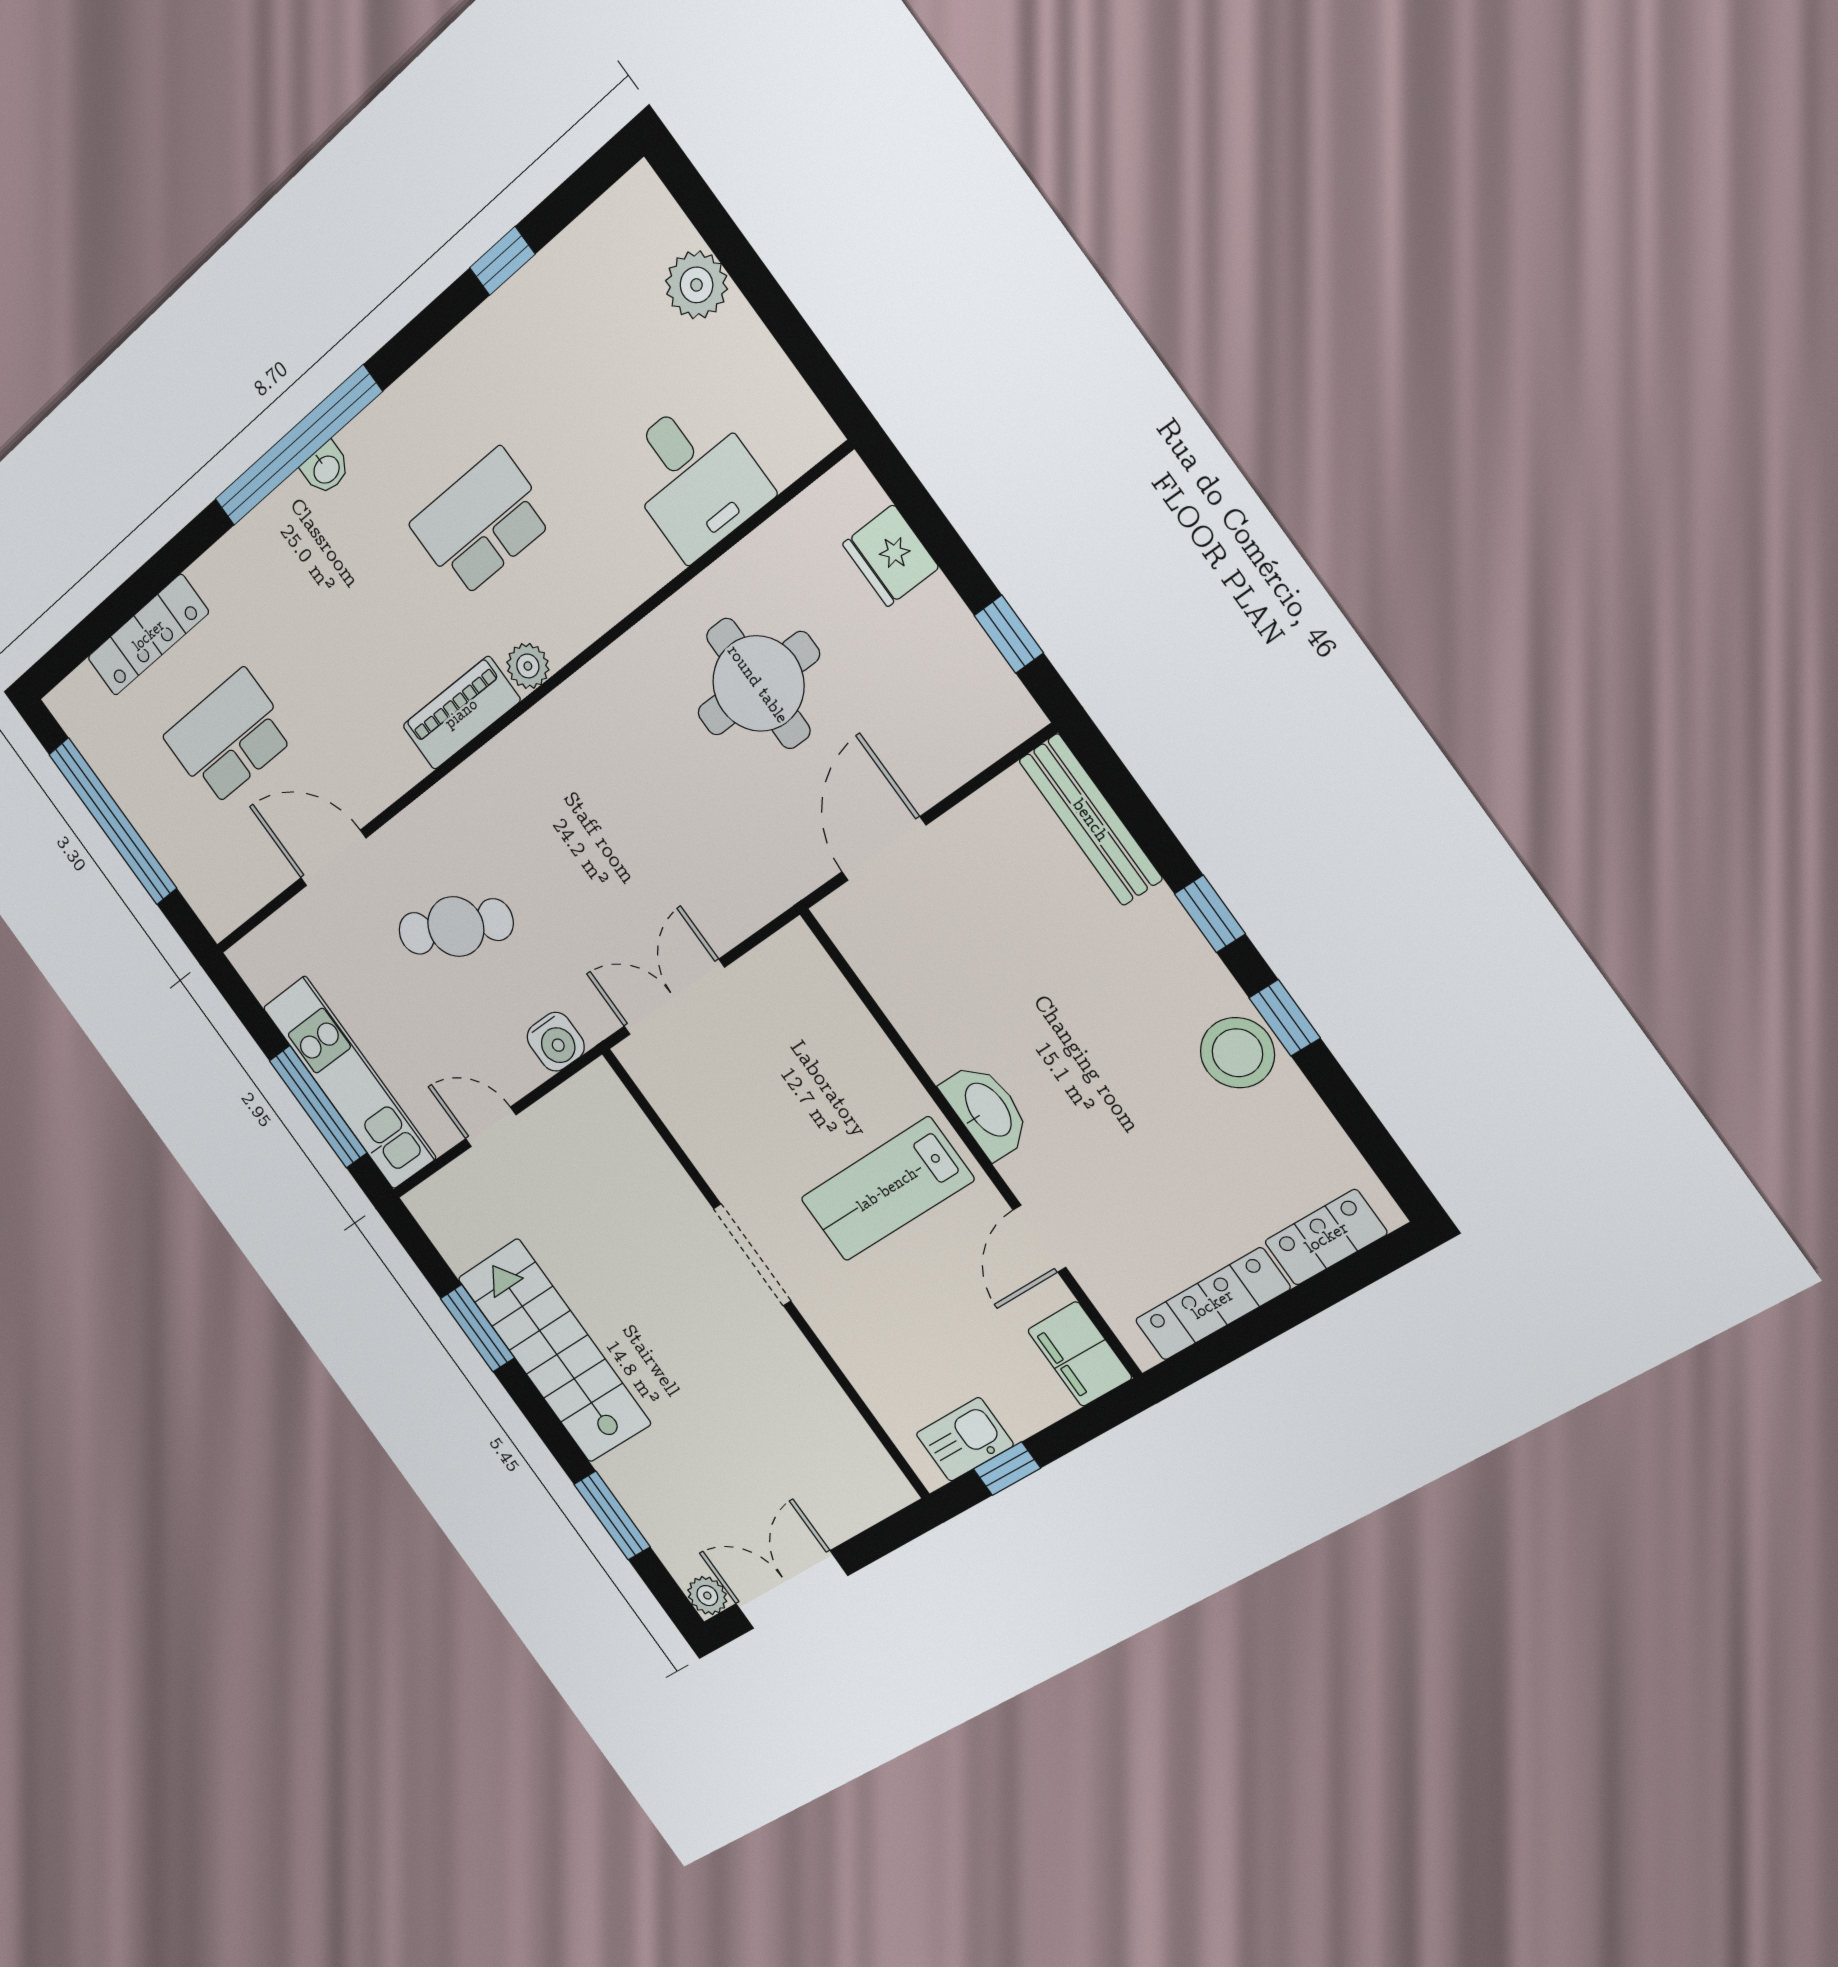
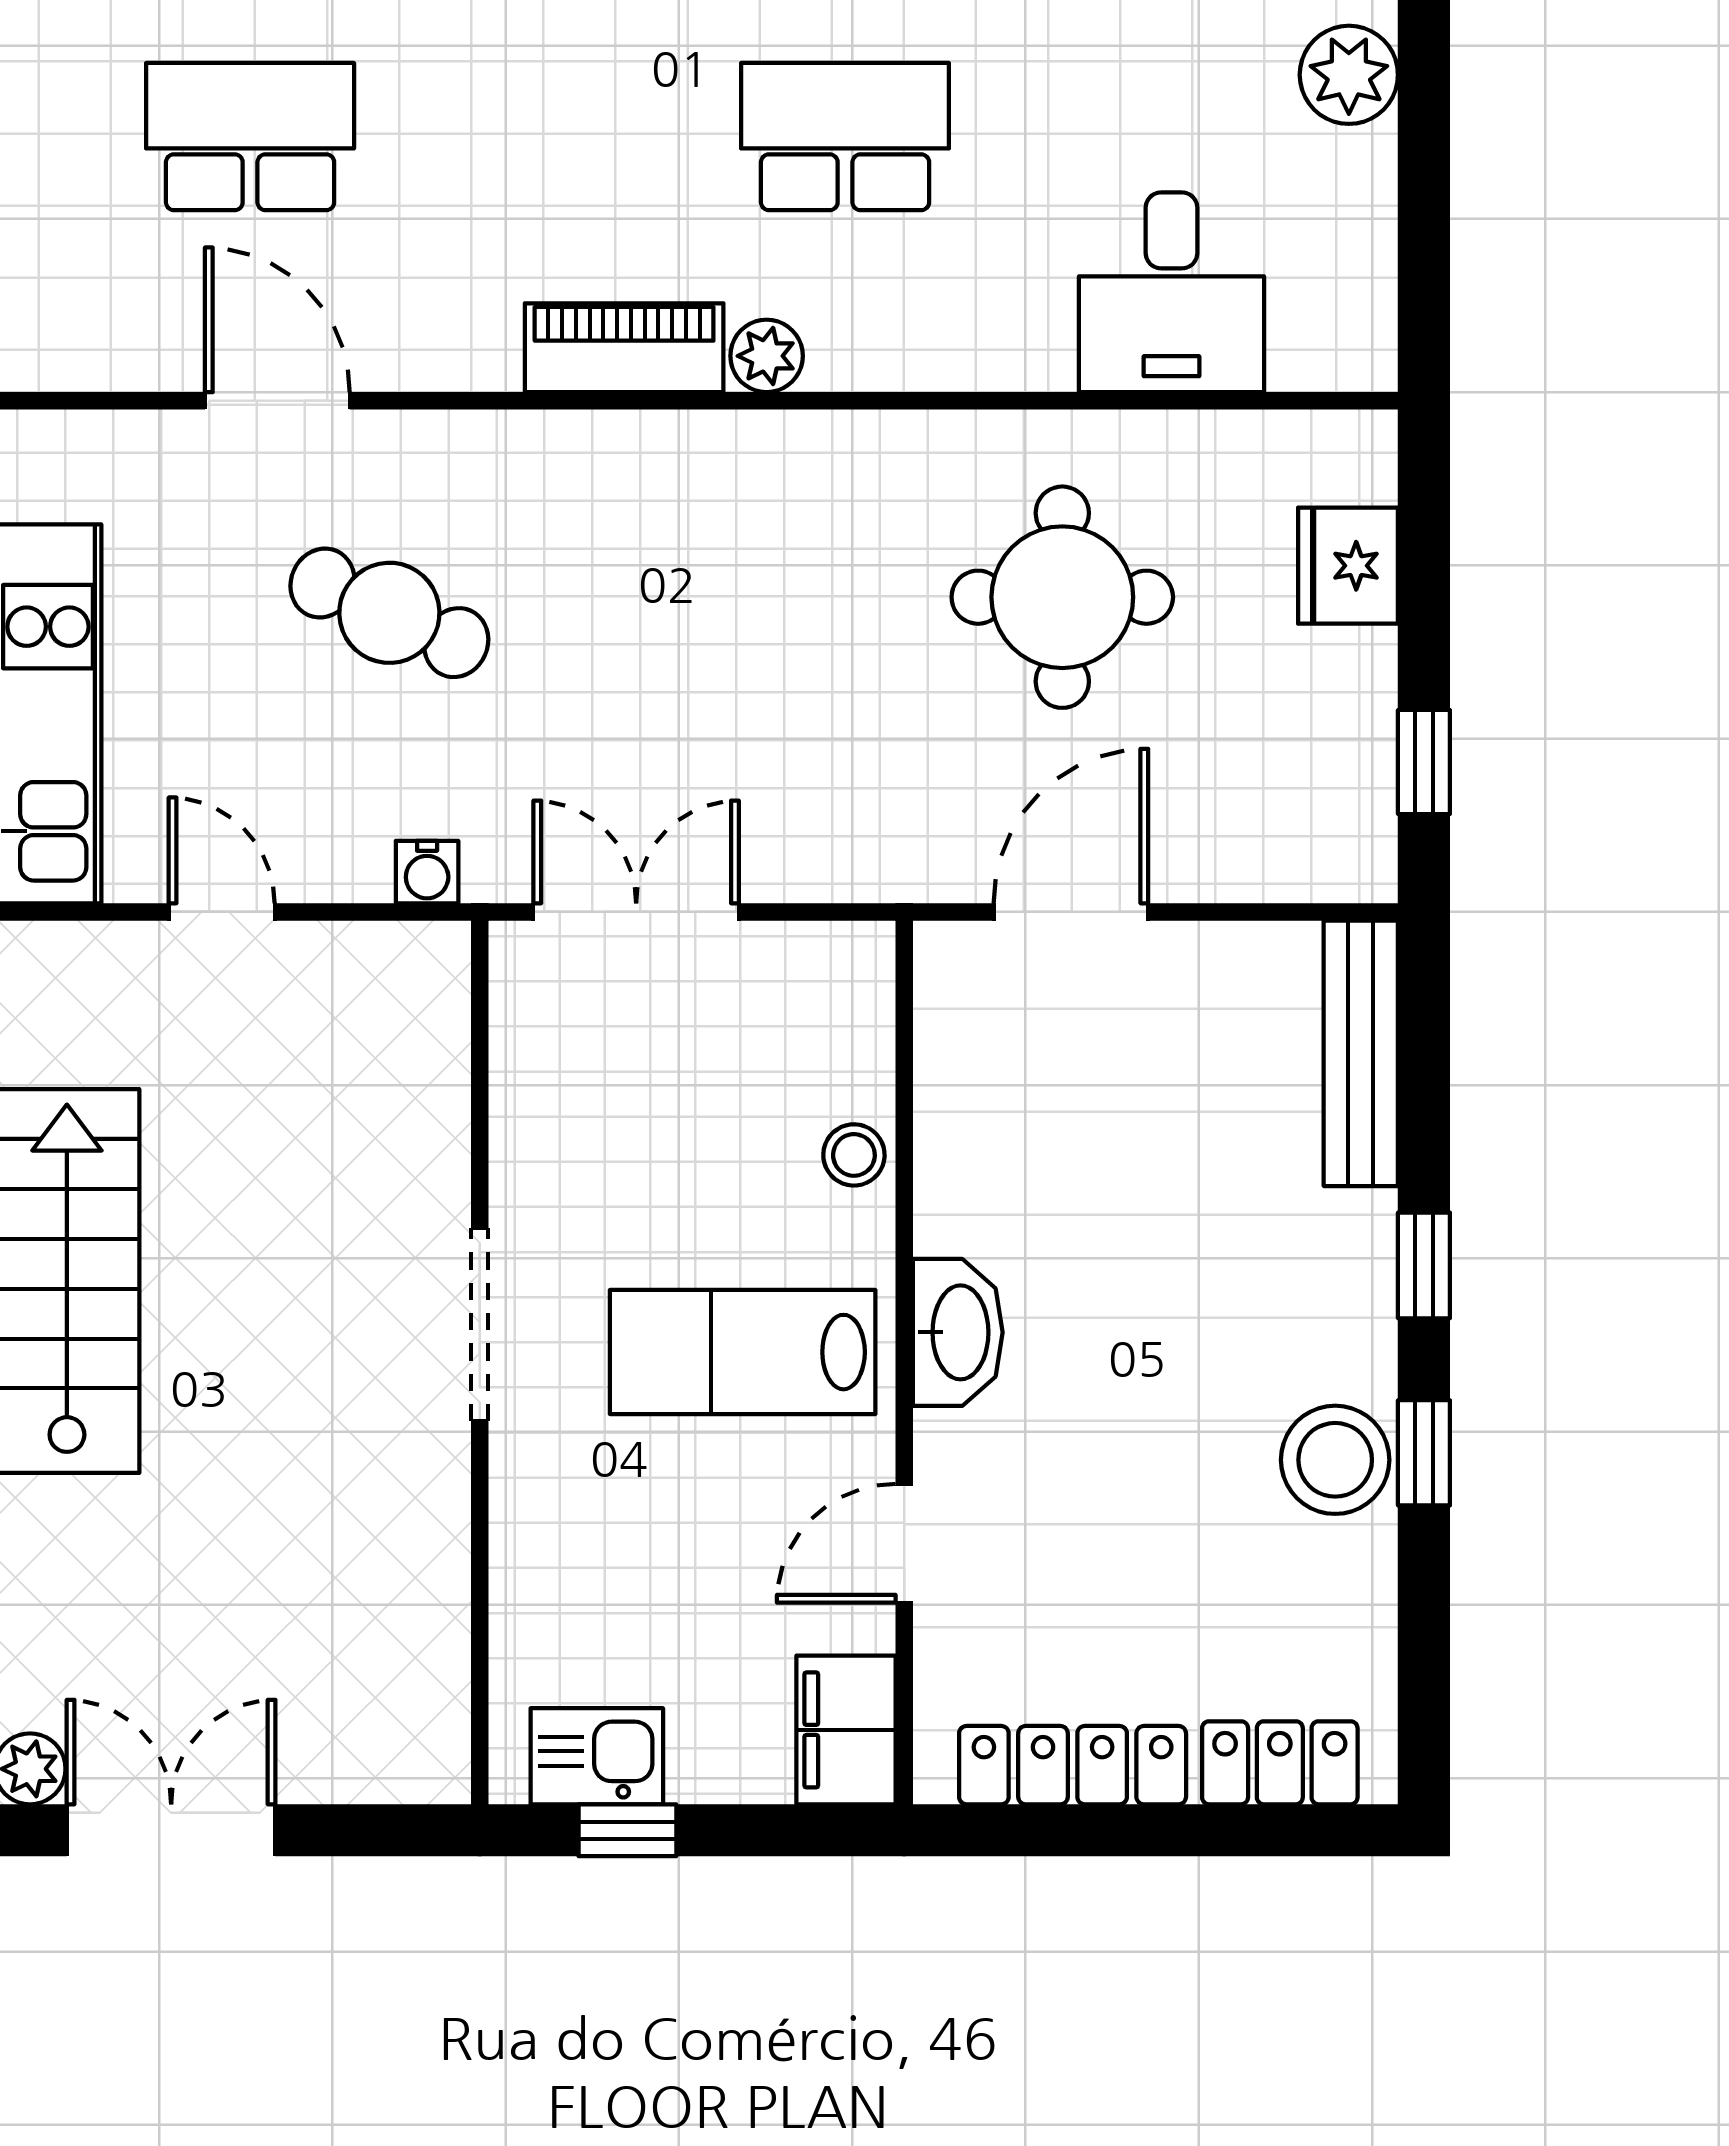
water cooler: (556, 1042) -> (427, 872), width x0.72, depth x0.72
stool: (868, 1051) -> (854, 1155), added

